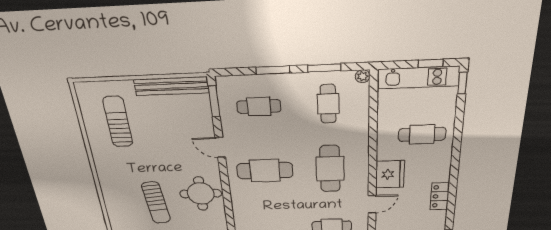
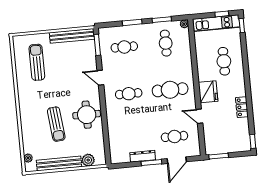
cafe table: (422, 134) -> (224, 61), turned 90
cafe table: (330, 169) -> (170, 90), turned 90
cafe table: (265, 171) -> (129, 94), width x0.73, depth x0.74
door: (372, 204) -> (199, 116), swing flipped

